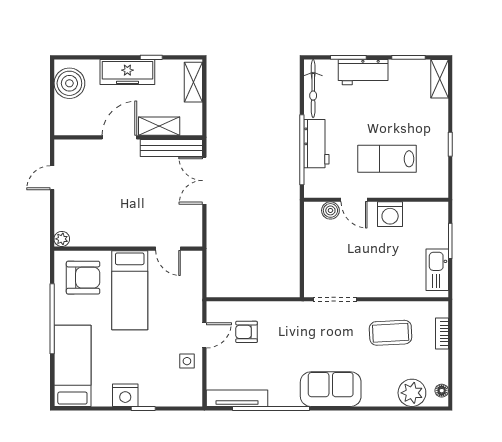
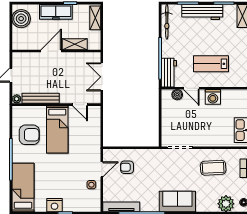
workbench: (363, 72) -> (202, 12), width x1.37
workbench: (316, 144) -> (169, 73), moved
bench: (171, 148) -> (41, 98), moved
plant: (62, 239) -> (17, 99), moved
wall: (128, 249) -> (56, 105), moved
door: (168, 249) -> (80, 105), moved
bed: (130, 290) -> (57, 129), moved

